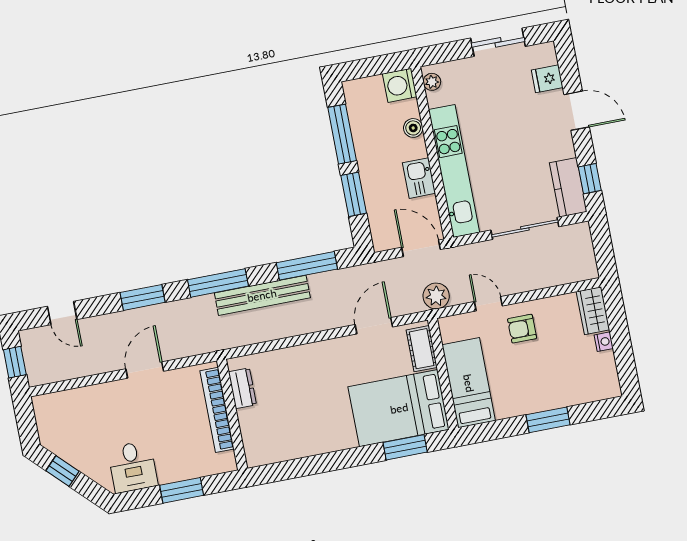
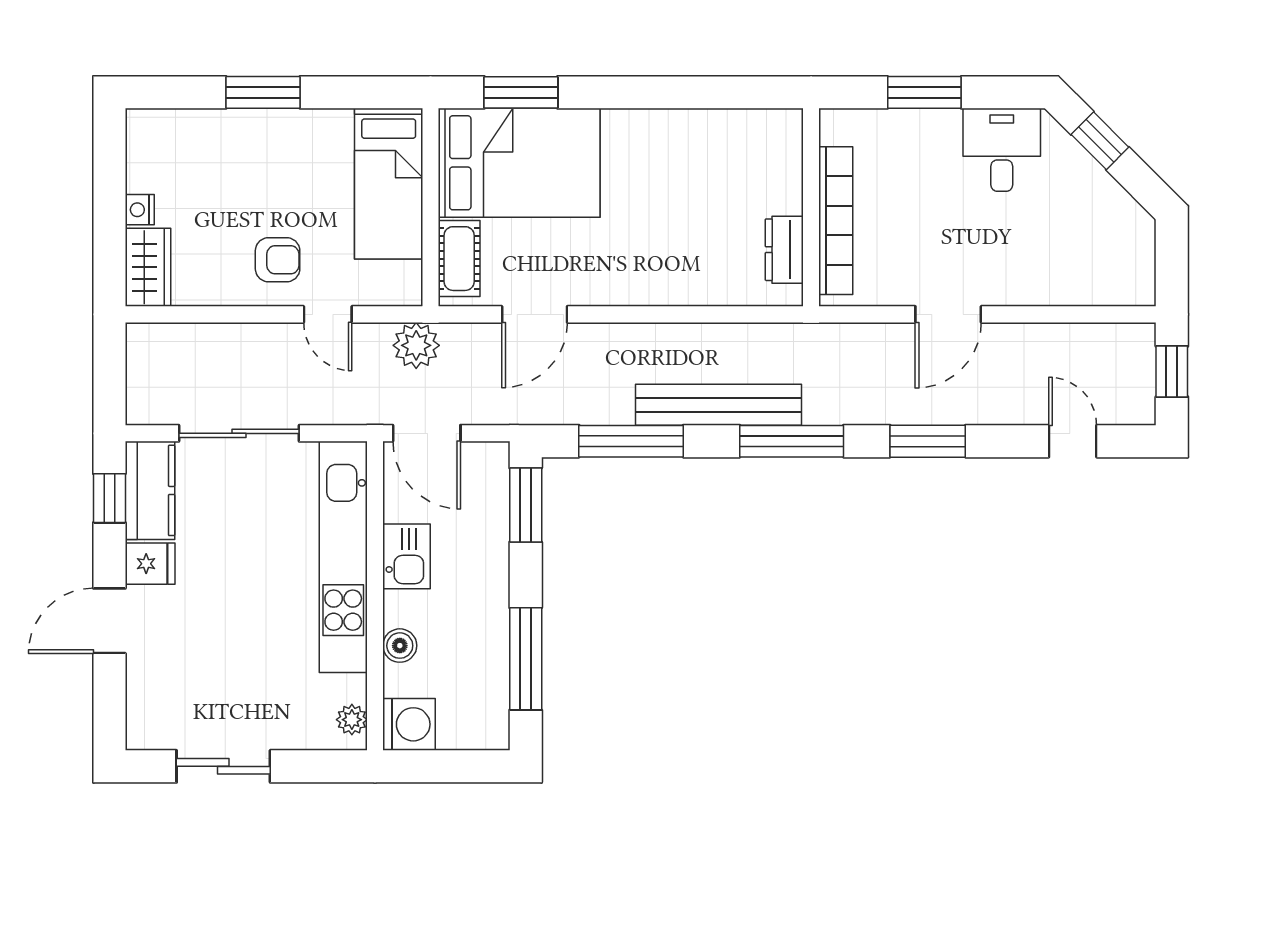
fridge: (547, 79) -> (150, 564), moved
door: (577, 111) -> (109, 621), hinge flipped
window: (354, 194) -> (526, 505), moved
window: (63, 471) -> (1100, 141), moved

